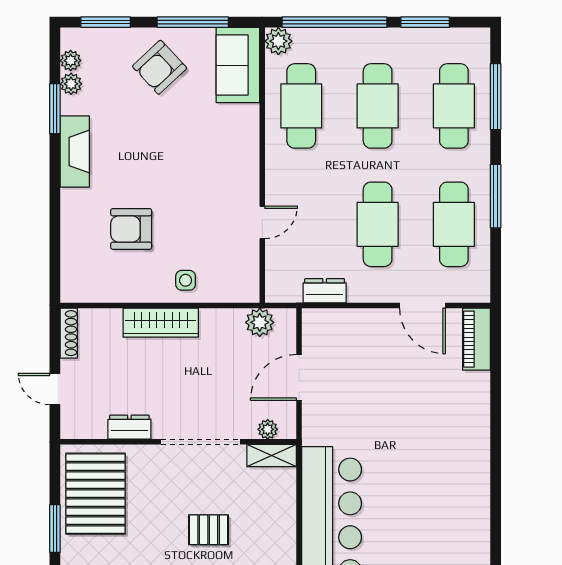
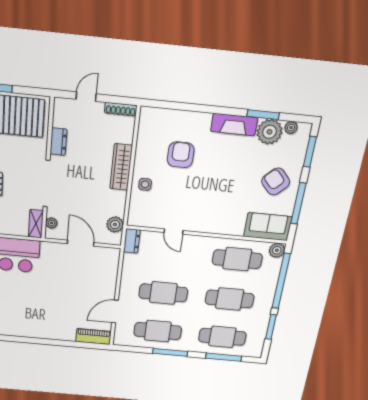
plant: (71, 84) -> (269, 132), width x1.88, depth x1.88
dresser: (325, 291) -> (132, 241), moved

